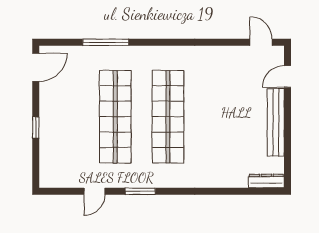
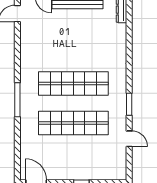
window: (106, 42) -> (17, 100), moved

